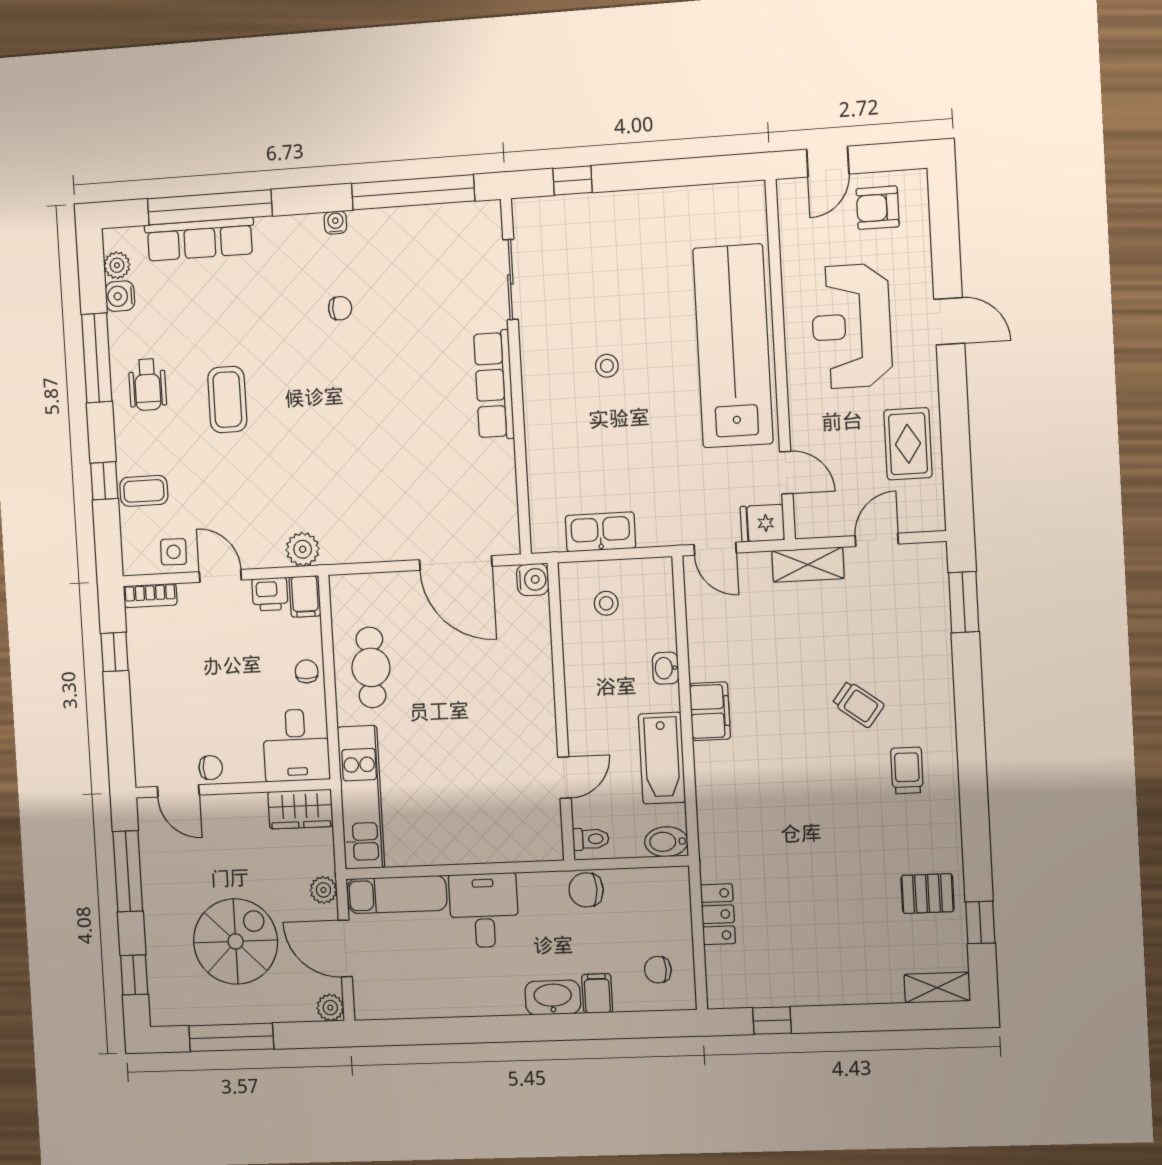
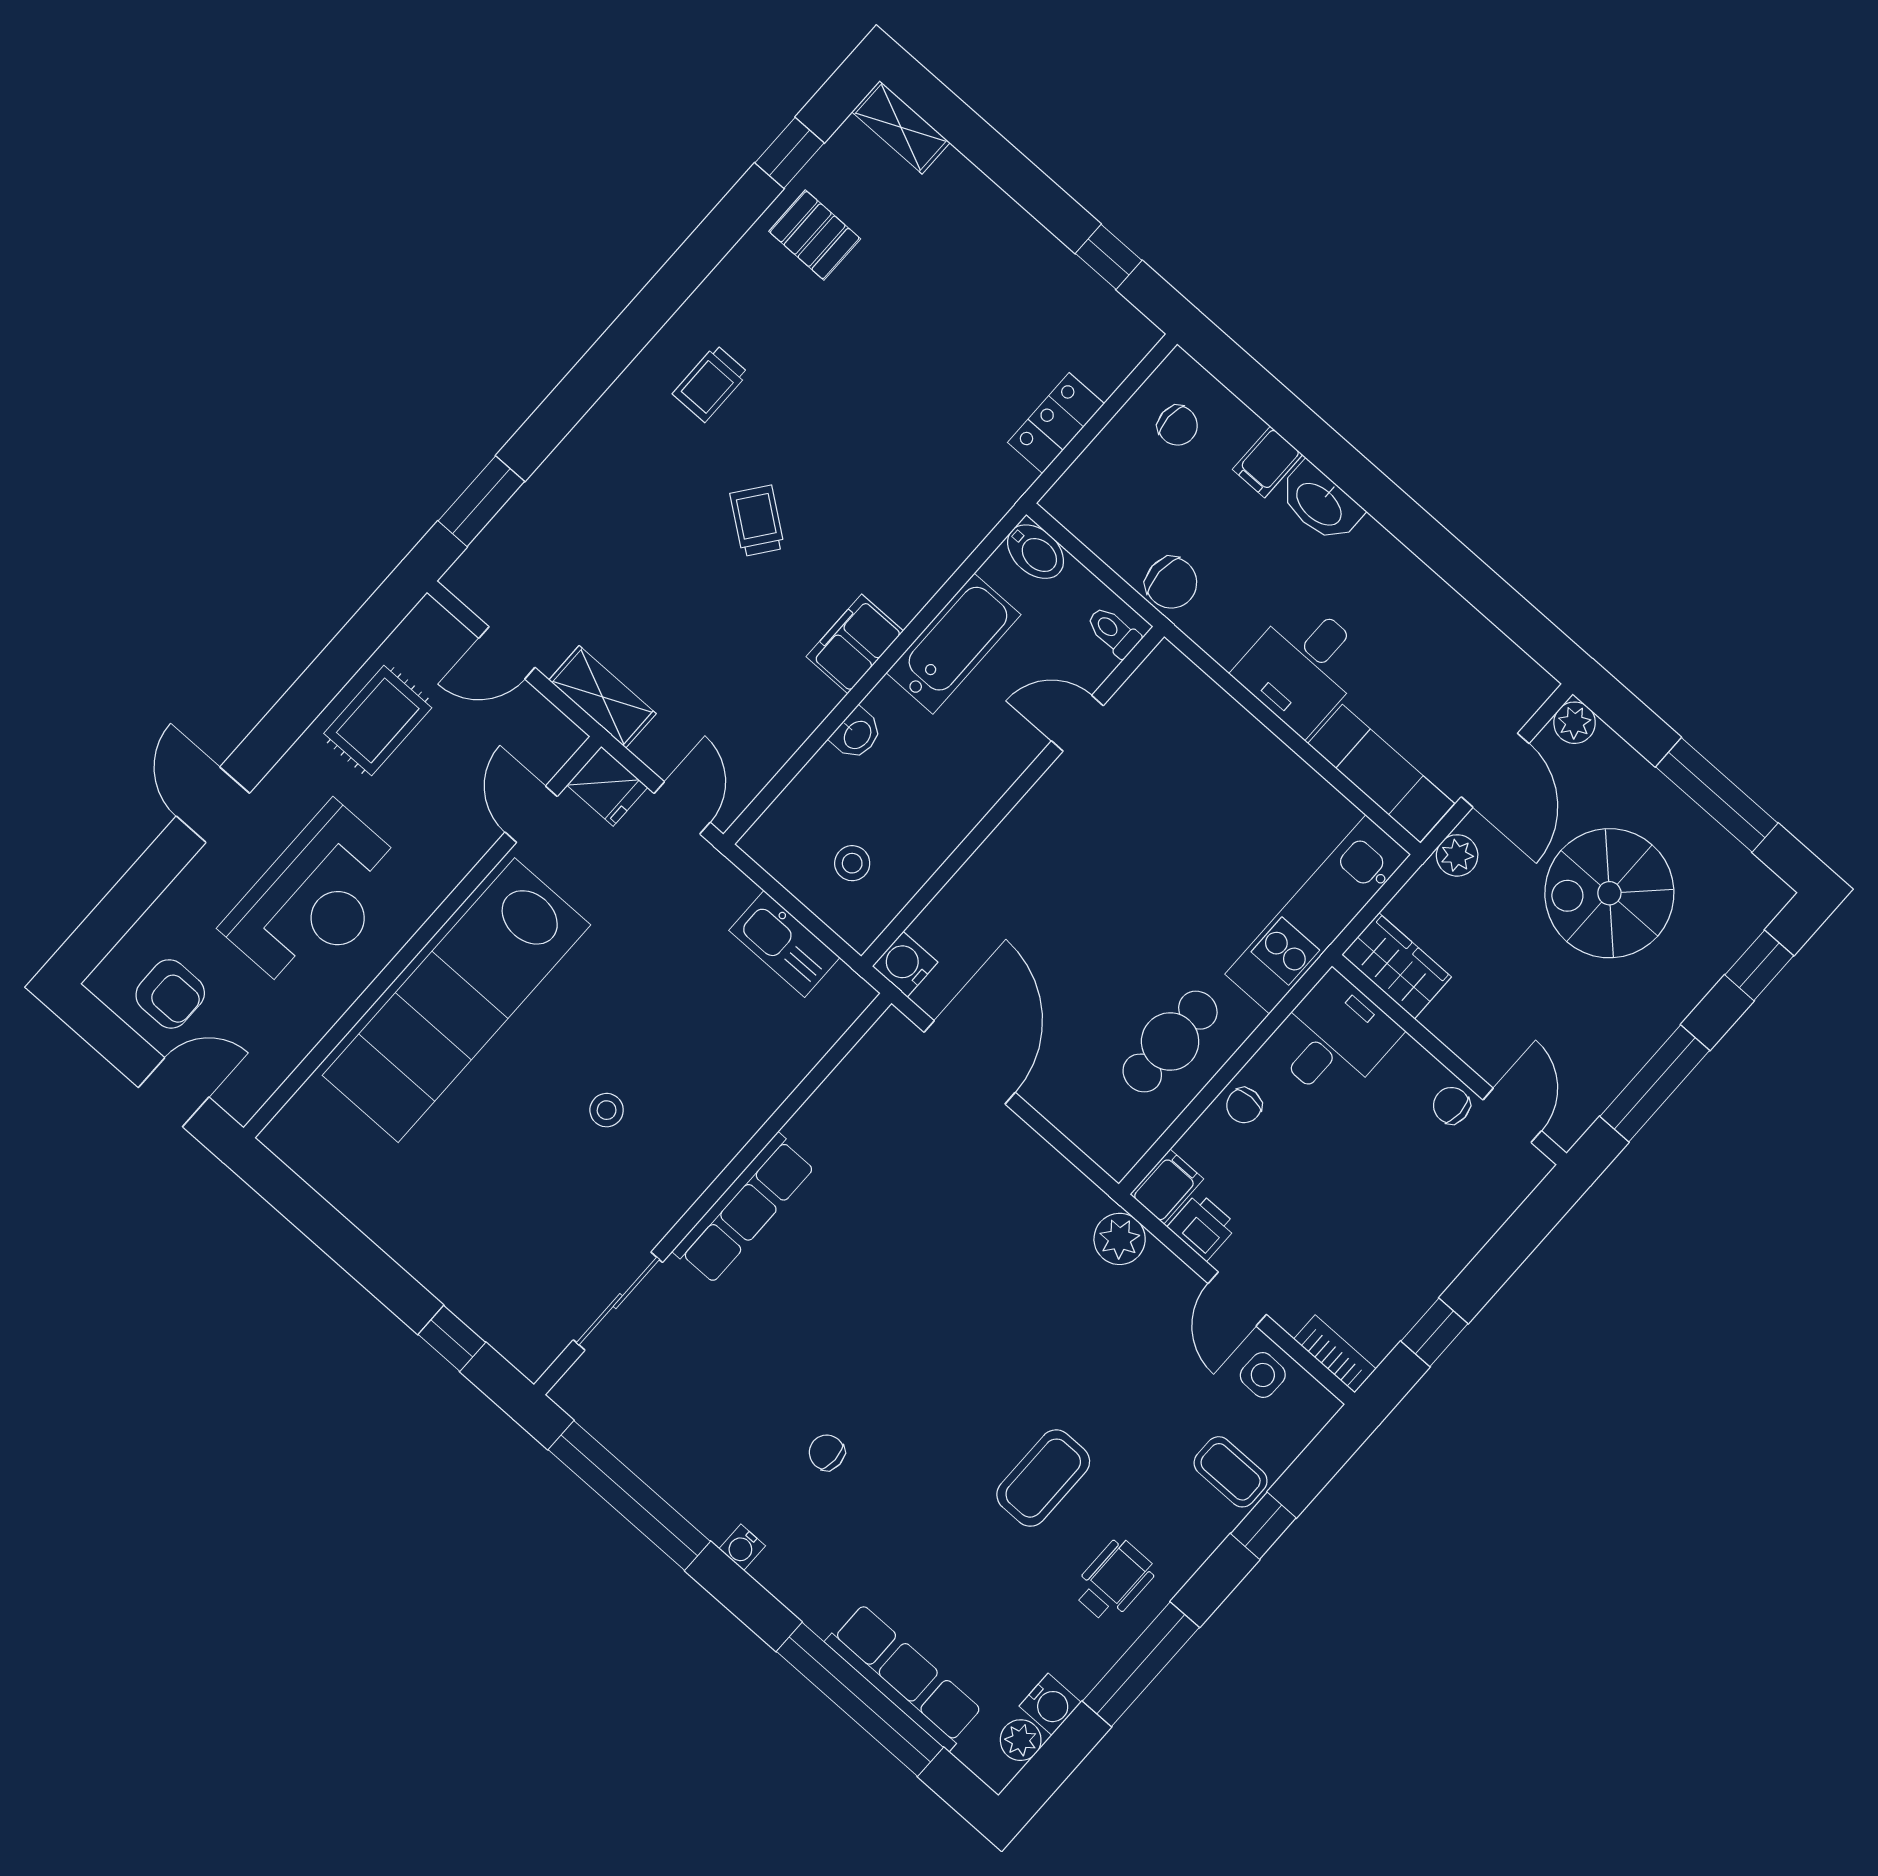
trolley: (858, 704) -> (757, 521), moved

